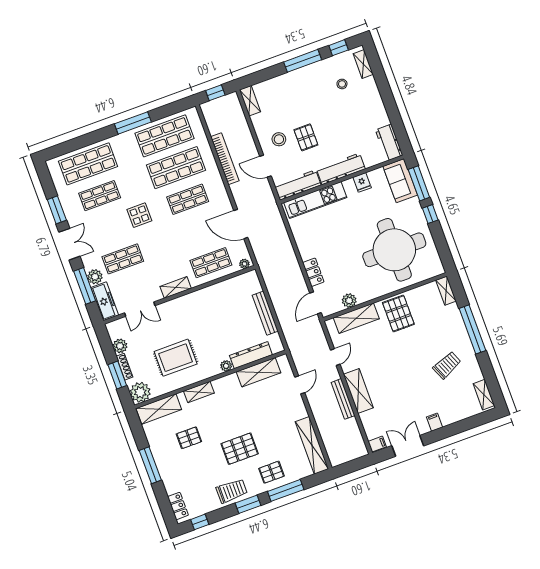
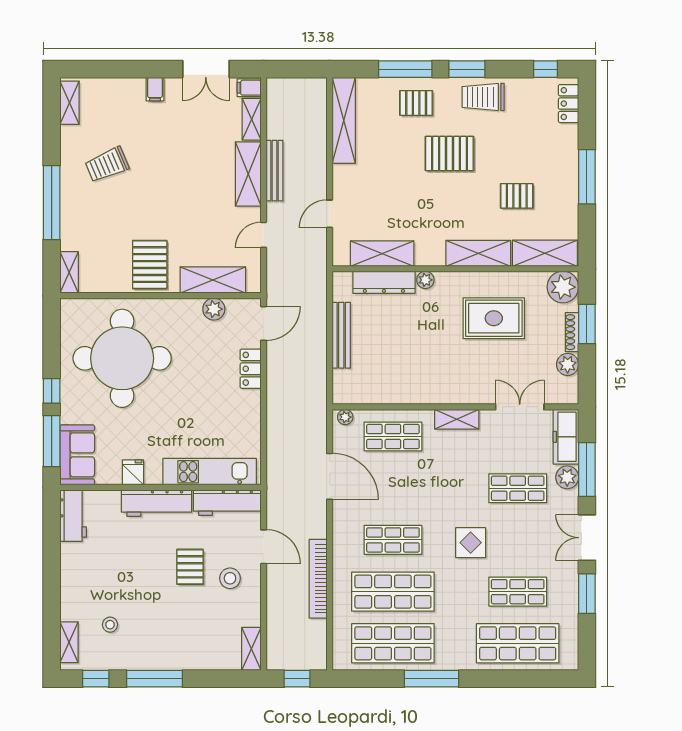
shelving: (199, 392) -> (478, 253), width x1.50, depth x1.33
shelving: (369, 425) -> (252, 119), added

